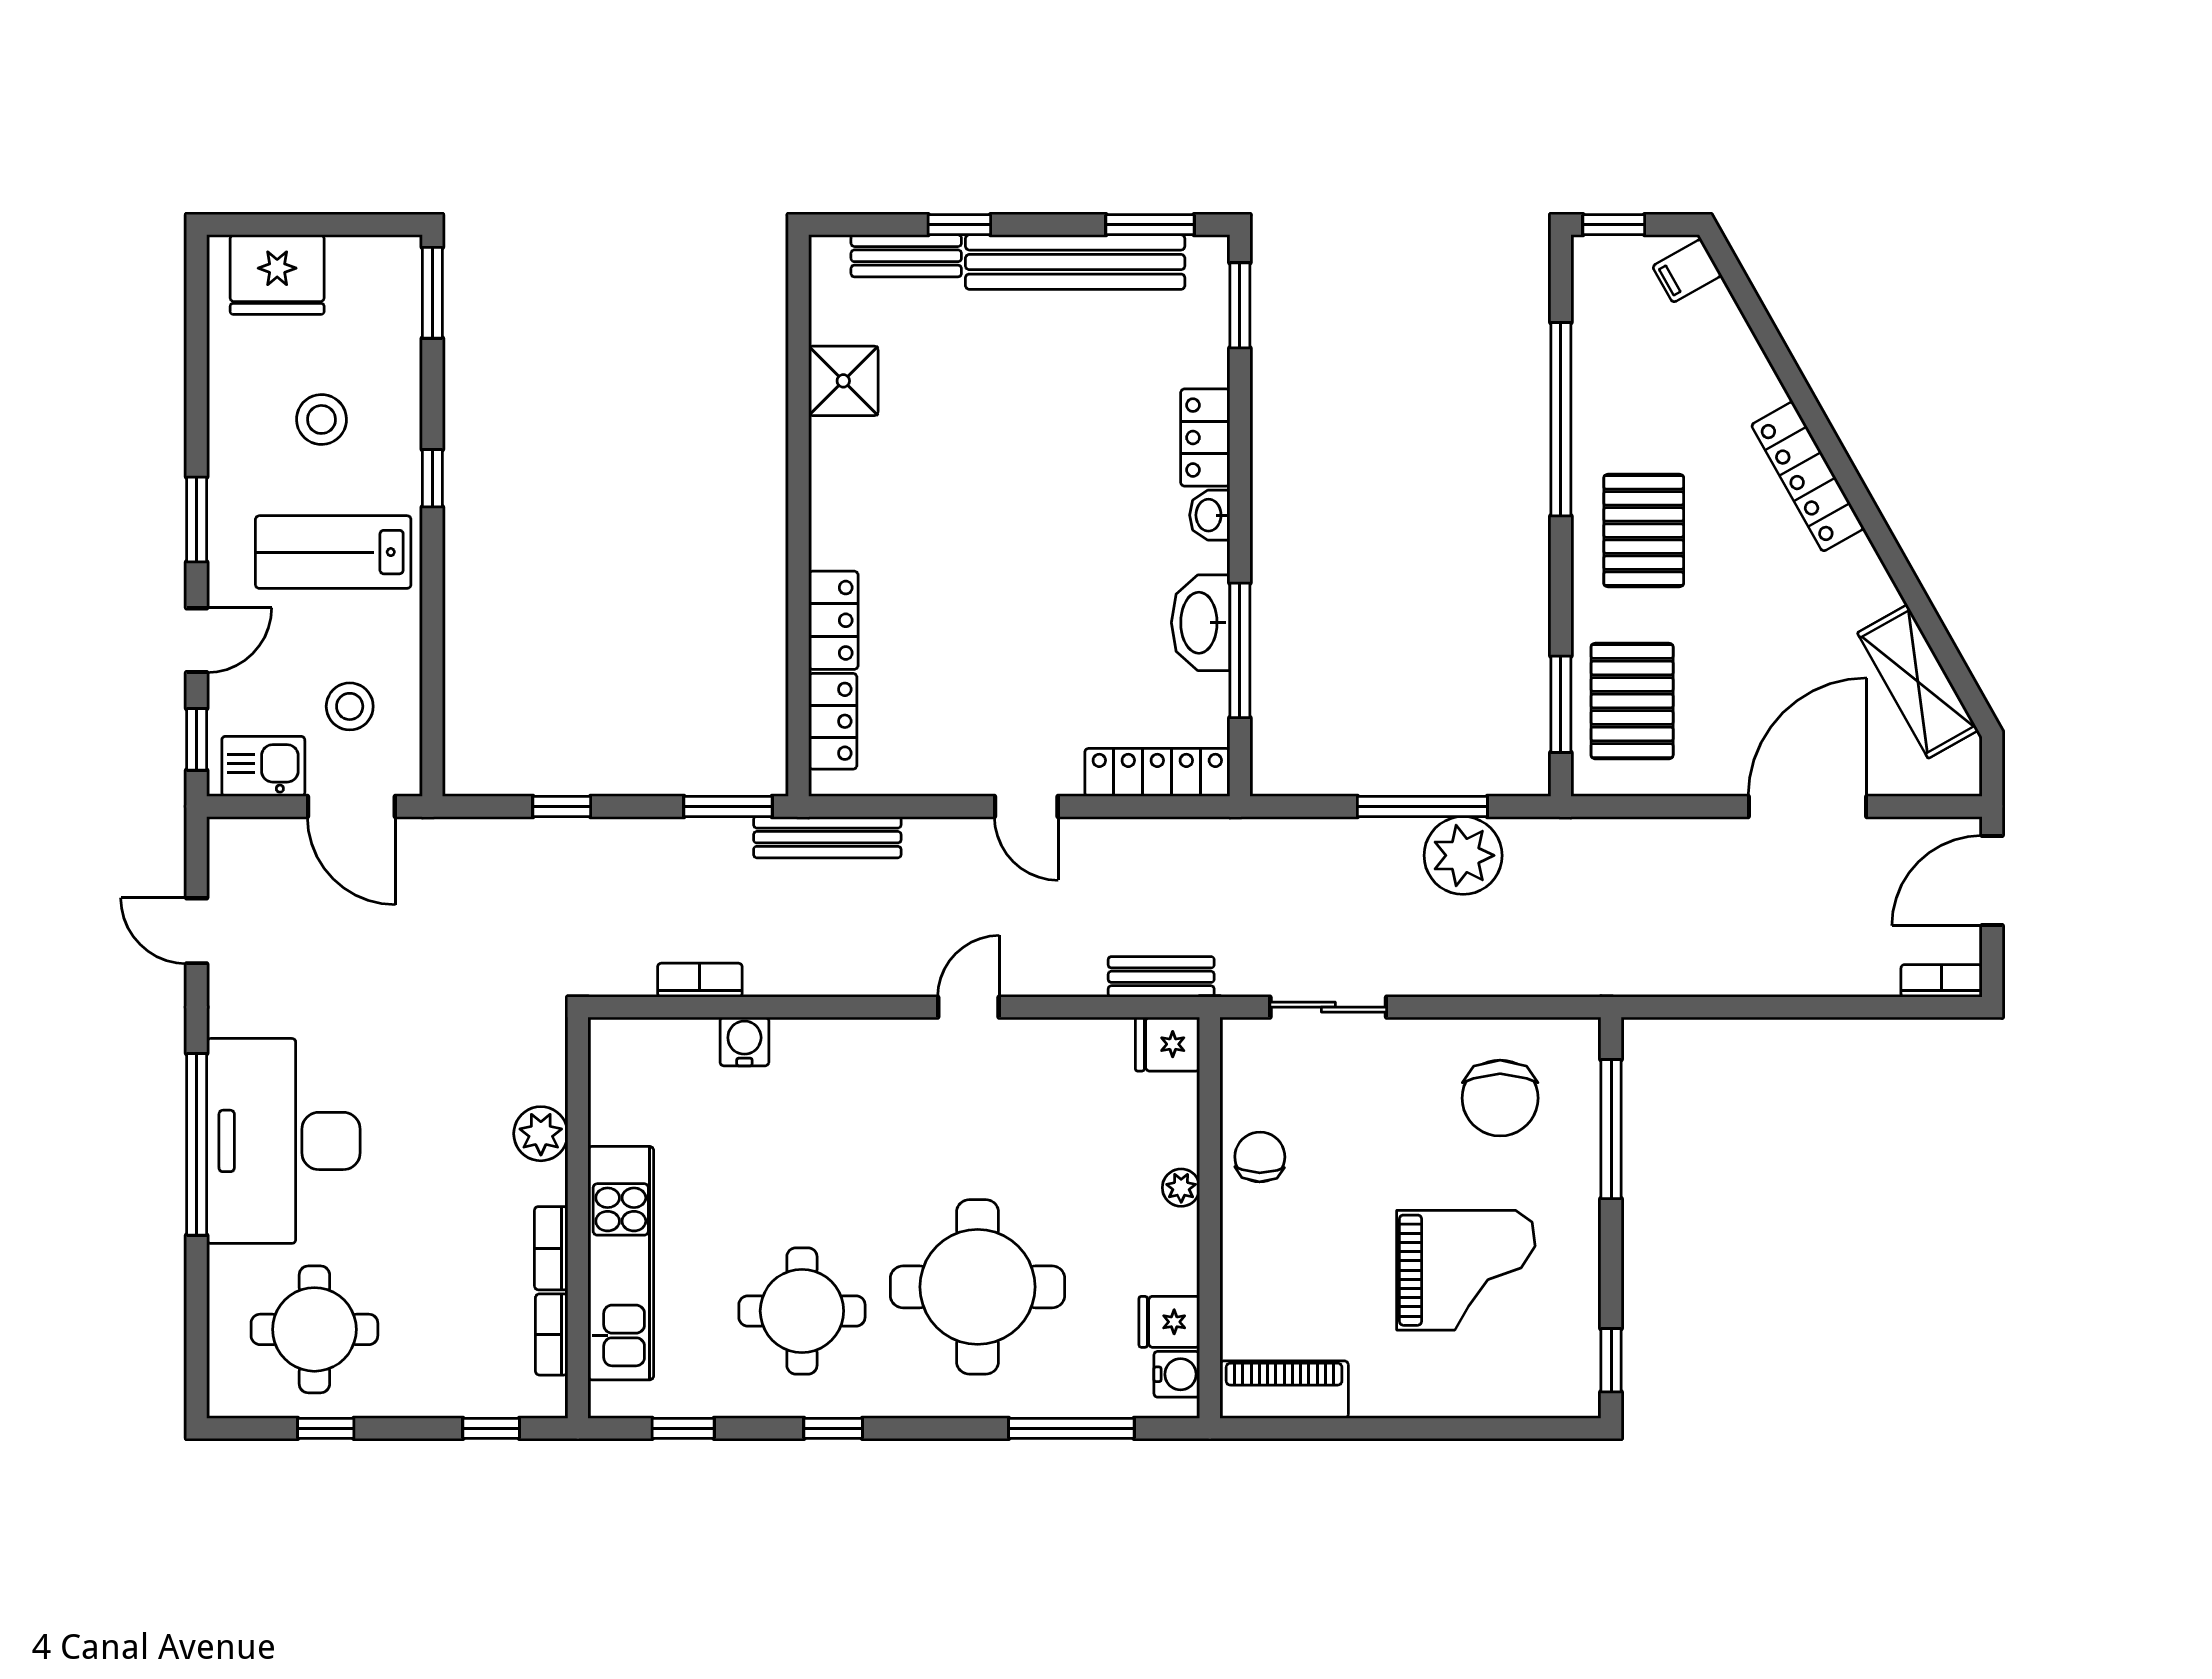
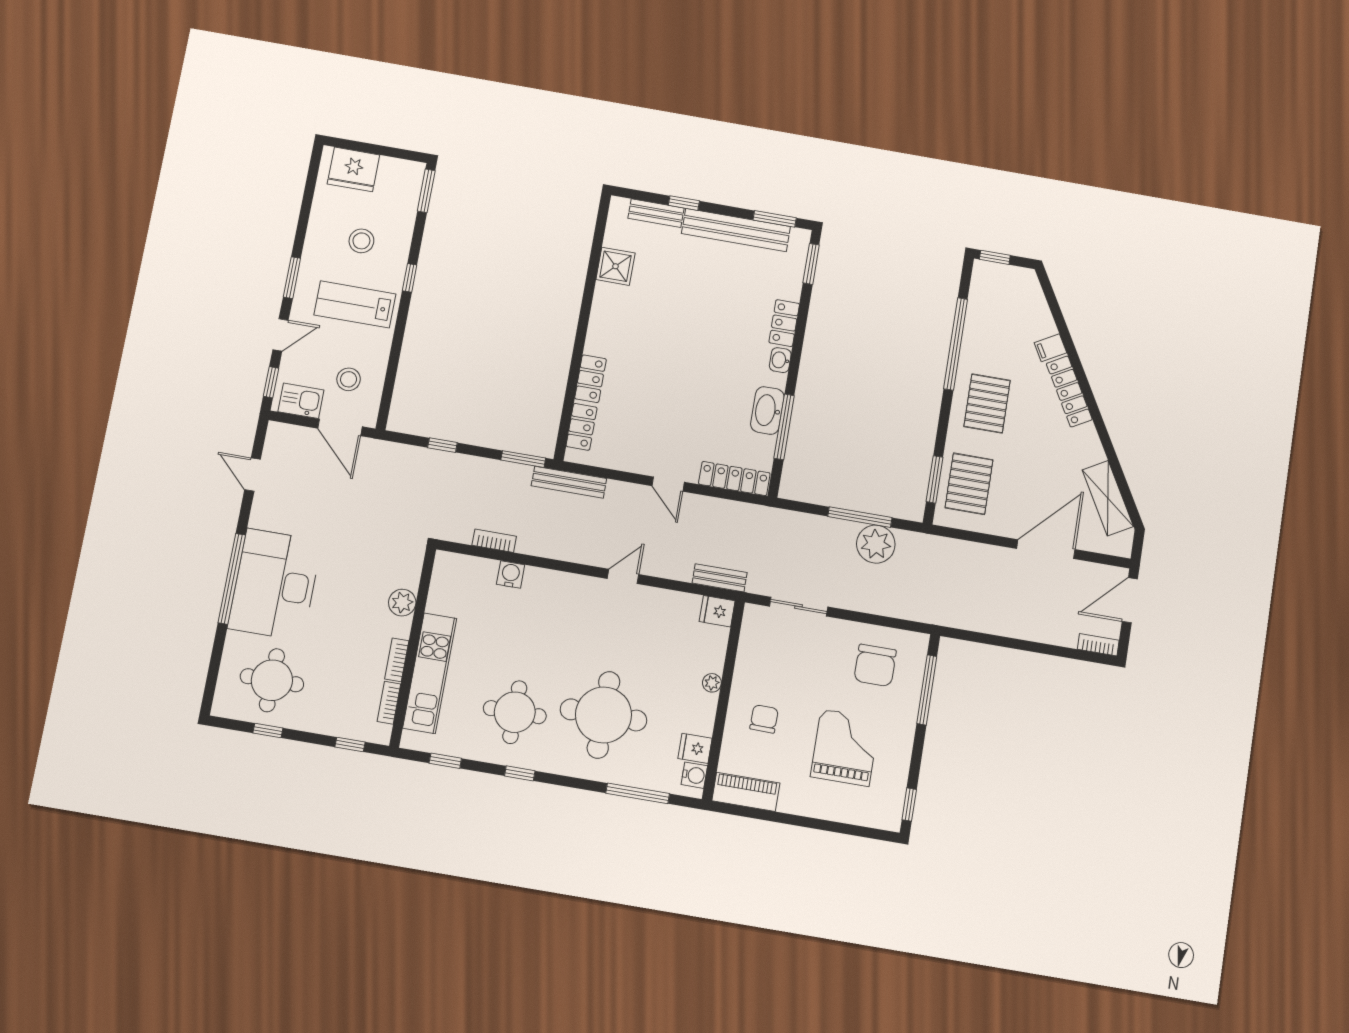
filing cabinet: (1687, 271) -> (1050, 348), moved
chair: (1260, 1157) -> (764, 719), moved
grand piano: (1466, 1270) -> (845, 748), turned -90

